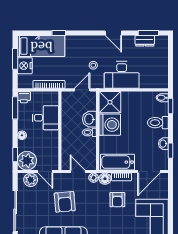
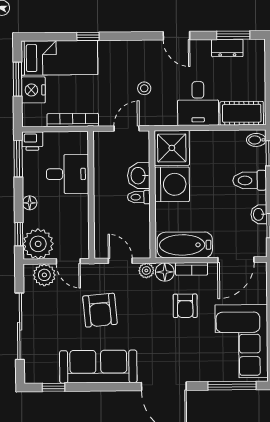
desk: (122, 75) -> (198, 103), width x0.73
cot: (153, 81) -> (242, 113), added

